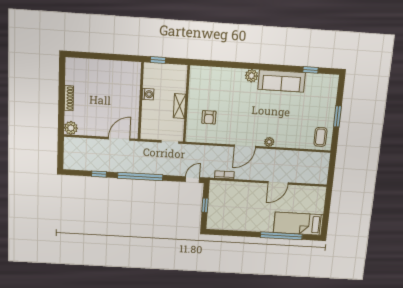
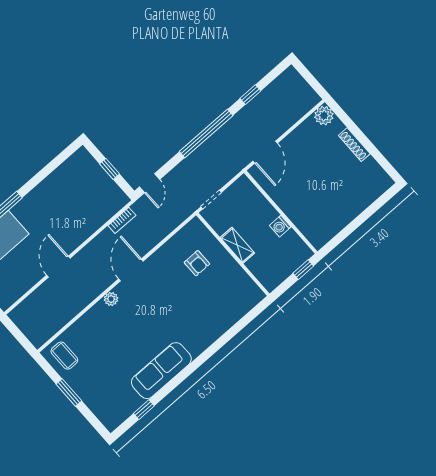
plant: (252, 76) -> (196, 346), removed
armchair: (209, 117) -> (197, 263), turned 180

